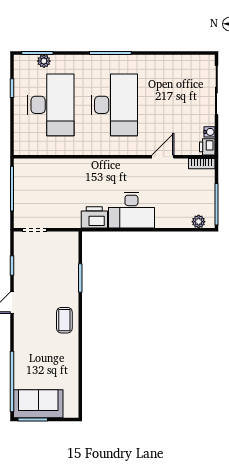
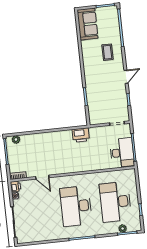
door: (163, 157) -> (42, 177), hinge flipped
desk: (131, 210) -> (122, 153), moved, turned 90
coffee table: (64, 320) -> (107, 52), moved
sofa: (38, 404) -> (88, 24), moved, turned -90

